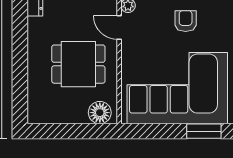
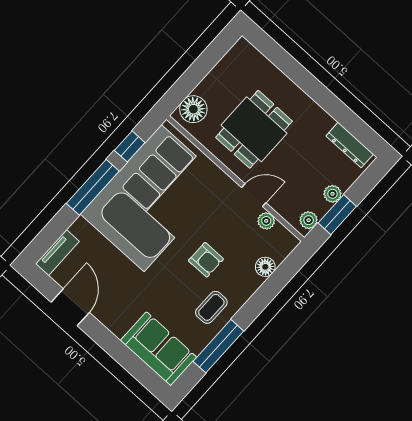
window: (158, 131) -> (130, 146), added
window: (204, 131) -> (93, 187), width x1.44

